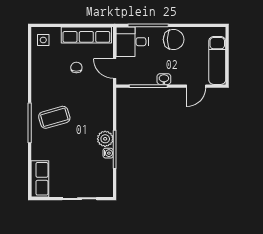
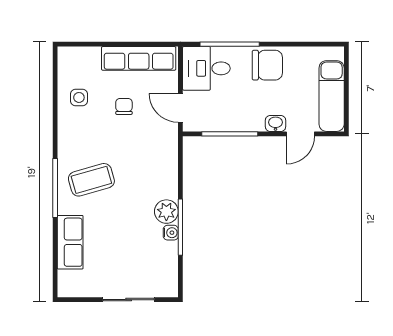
side table: (43, 40) -> (79, 97), moved
washbasin: (164, 79) -> (276, 123), moved
row of seats: (40, 179) -> (70, 242), moved

